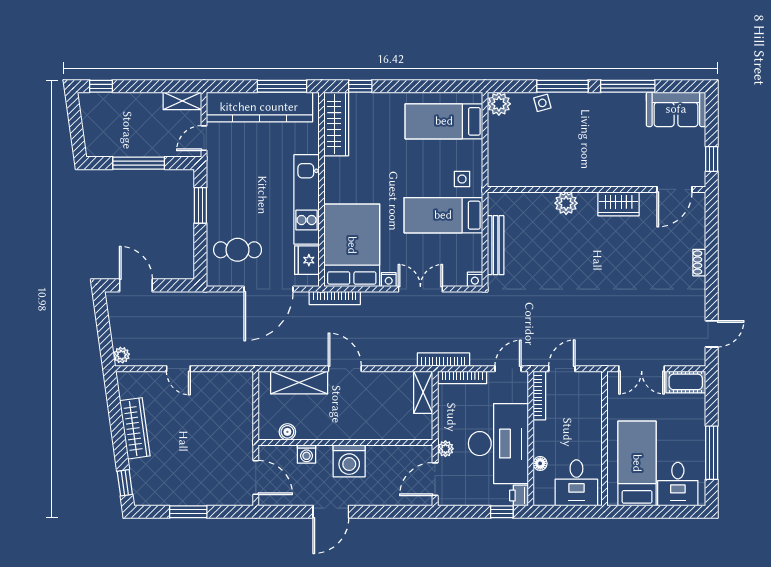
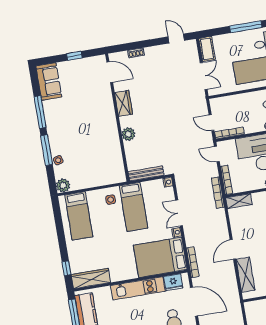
wall: (596, 189) -> (117, 118), moved
door: (675, 189) -> (110, 72), moved
plant: (566, 203) -> (128, 134), moved
wardrobe: (619, 204) -> (124, 103), moved

